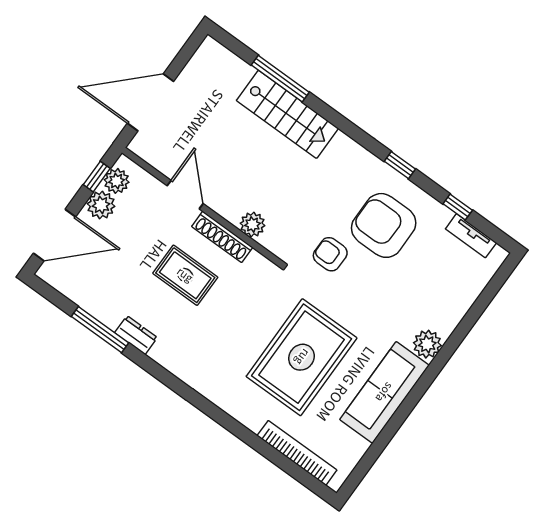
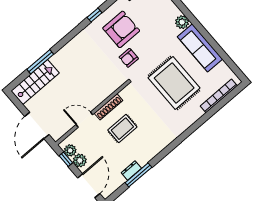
stairs: (287, 114) -> (35, 82), moved
plant: (252, 224) -> (106, 91), removed
armchair: (384, 225) -> (121, 29), turned 180
dresser: (136, 335) -> (131, 170), moved

